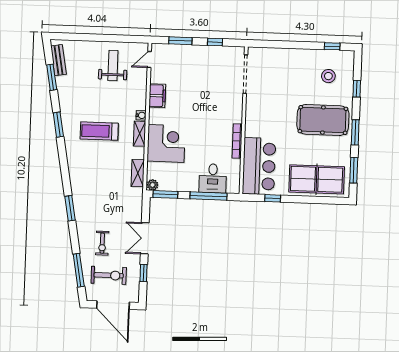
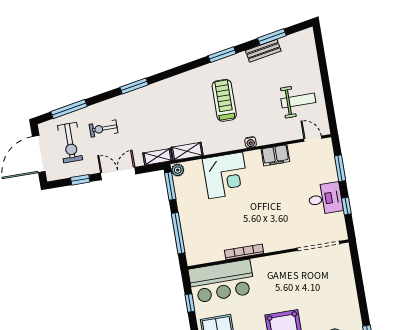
bench: (59, 60) -> (263, 51), moved
shelving: (140, 134) -> (158, 157), moved
desk: (213, 178) -> (325, 199), moved, turned 180

